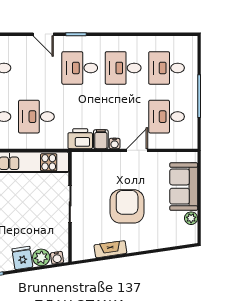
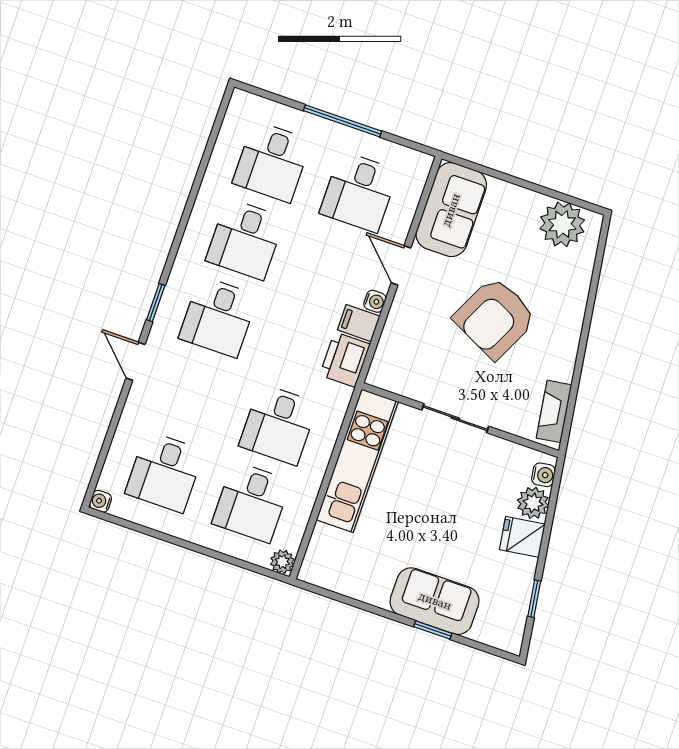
door: (43, 34) -> (135, 361), swing flipped
sofa: (184, 187) -> (451, 210), moved, turned -90
armchair: (127, 206) -> (495, 318), turned -64
plant: (191, 218) -> (562, 224), width x1.87, depth x1.87
fireplace: (110, 249) -> (554, 411), moved

